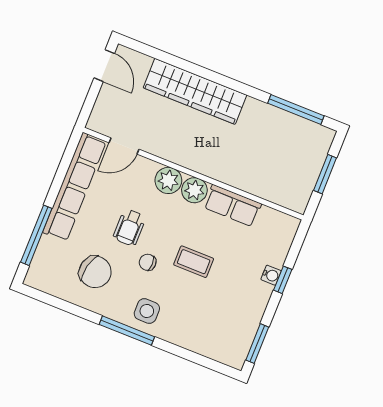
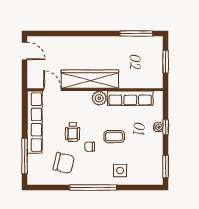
wardrobe: (195, 91) -> (90, 79), moved, turned 180
door: (124, 146) -> (52, 90), swing flipped
plant: (168, 180) -> (83, 99), removed
row of seats: (233, 206) -> (130, 98), width x1.48
side table: (147, 311) -> (120, 171), moved
window: (127, 331) -> (93, 188), width x1.46

